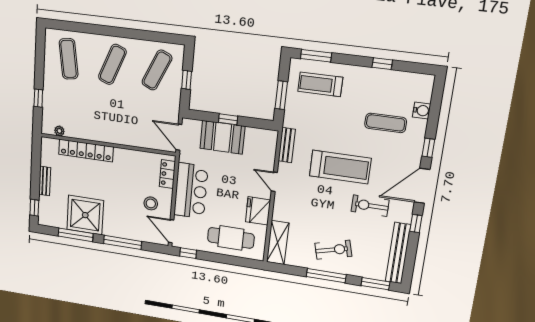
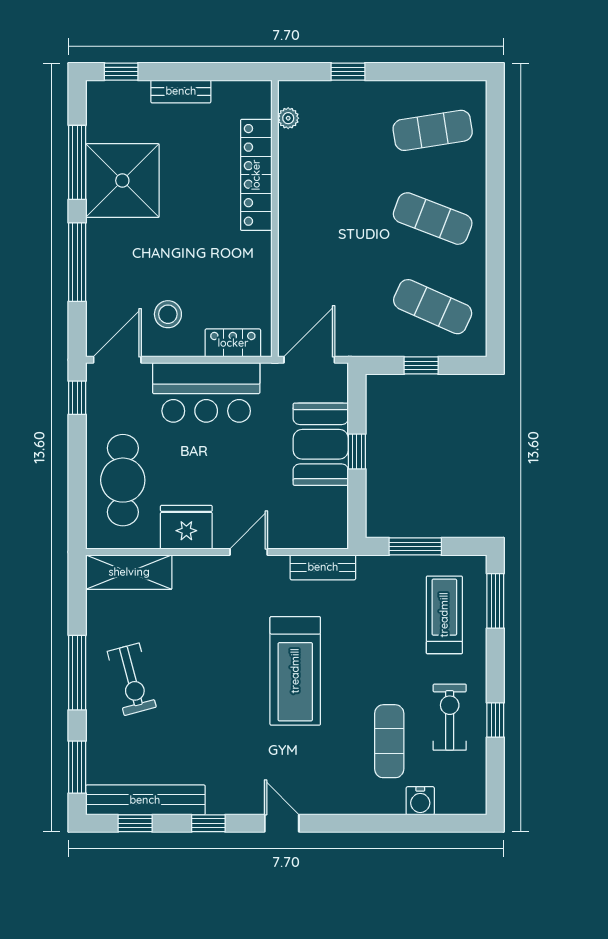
window: (428, 148) -> (135, 823), moved
door: (422, 186) -> (282, 823), width x0.53
exercise bike: (370, 206) -> (450, 717), moved

